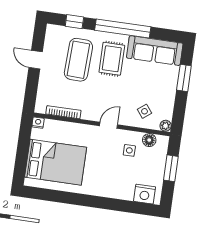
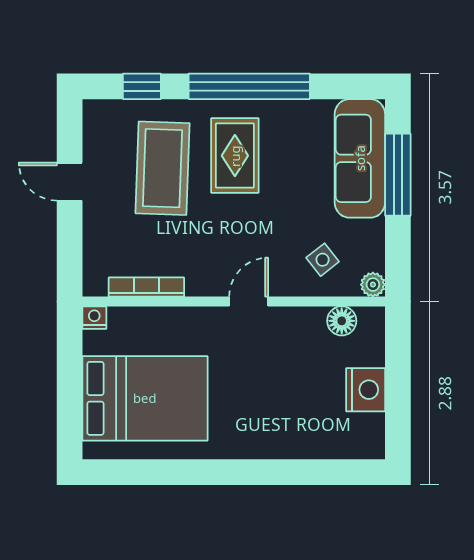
sofa: (155, 51) -> (360, 158), moved, turned 90
window: (184, 78) -> (398, 175), width x1.44
side table: (129, 150) -> (302, 350), removed
window: (171, 168) -> (398, 375), removed
nightstand: (145, 194) -> (366, 390), moved, turned -90

